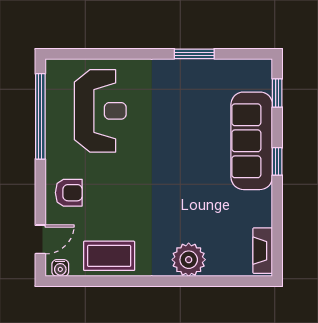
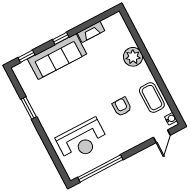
reception desk: (100, 111) -> (82, 140), turned 180
armchair: (69, 193) -> (122, 107), moved
door: (40, 239) -> (162, 136), swing flipped
fireplace: (263, 251) -> (91, 32), moved

